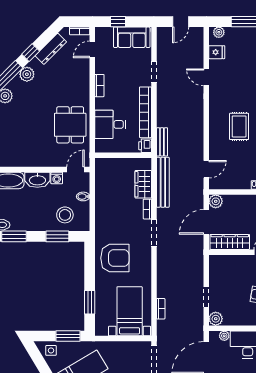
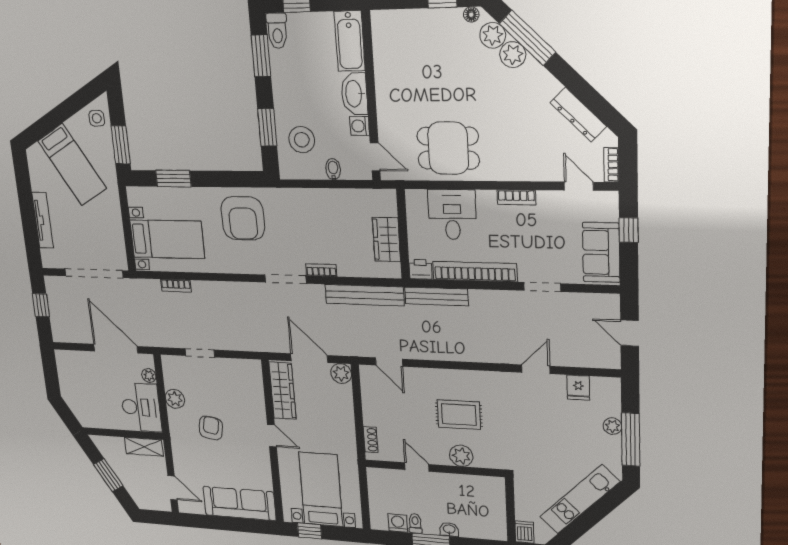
plant: (219, 32) -> (612, 426), moved
window: (31, 53) -> (571, 79), removed
plant: (27, 74) -> (513, 55), moved
bench: (162, 142) -> (436, 296), width x1.36
wardrobe: (143, 184) -> (386, 239), moved, turned -90
plant: (216, 319) -> (175, 399), moved

